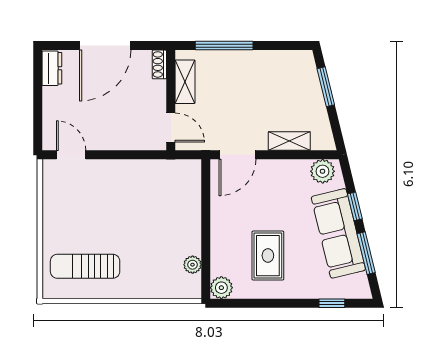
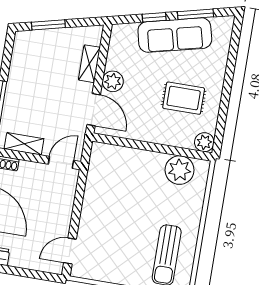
plant: (323, 171) -> (113, 81), moved
plant: (193, 265) -> (180, 170), width x1.87, depth x1.87
window: (332, 303) -> (233, 50), removed

